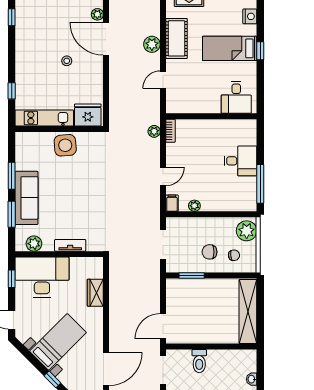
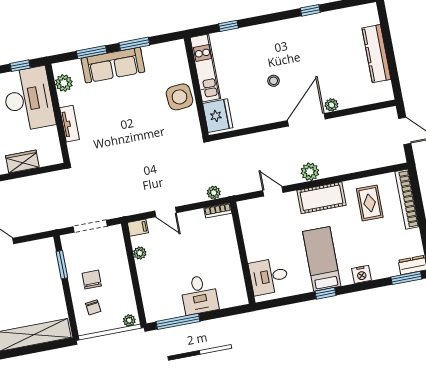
plant: (247, 231) -> (129, 320), width x0.53, depth x0.53

